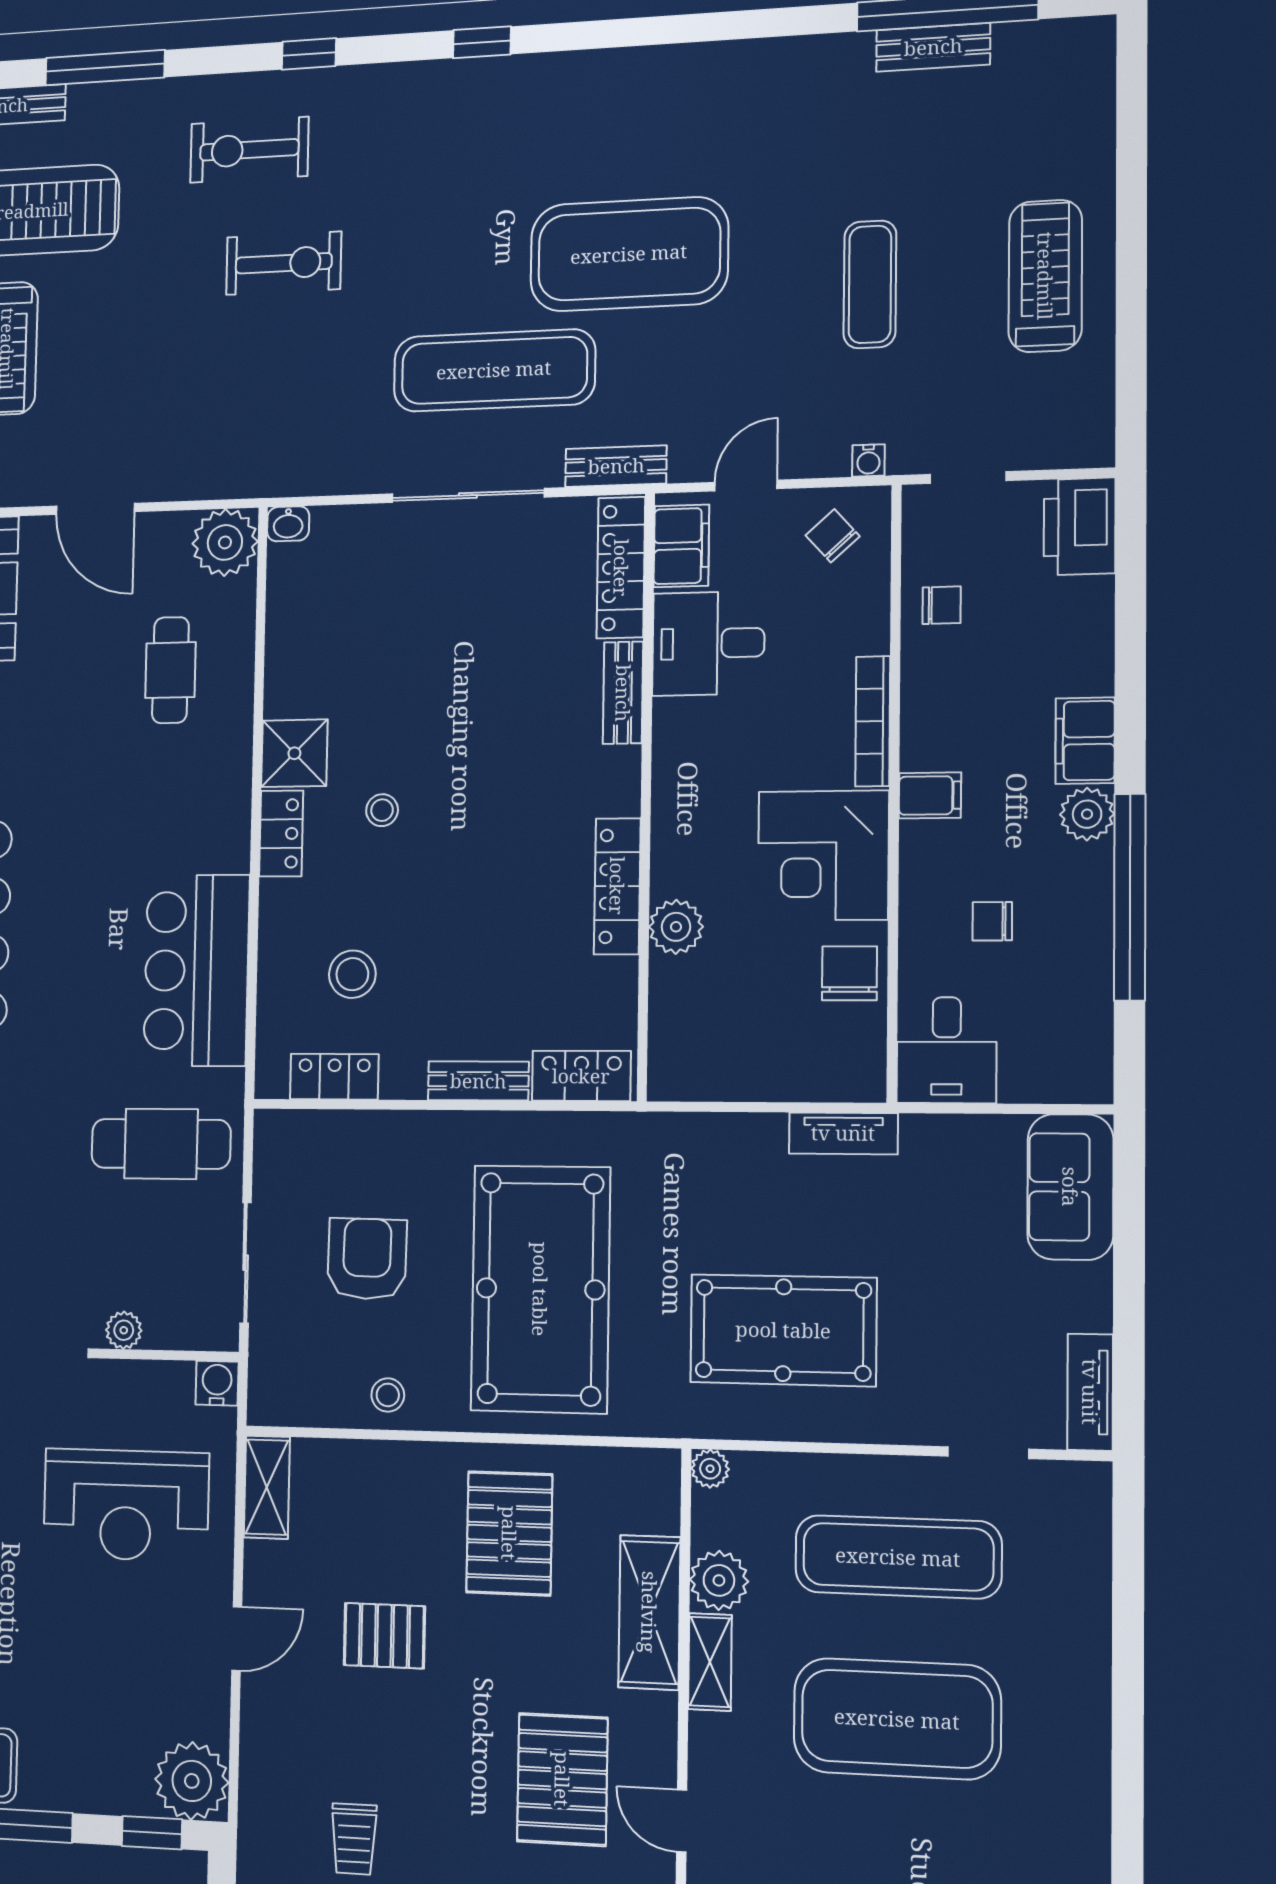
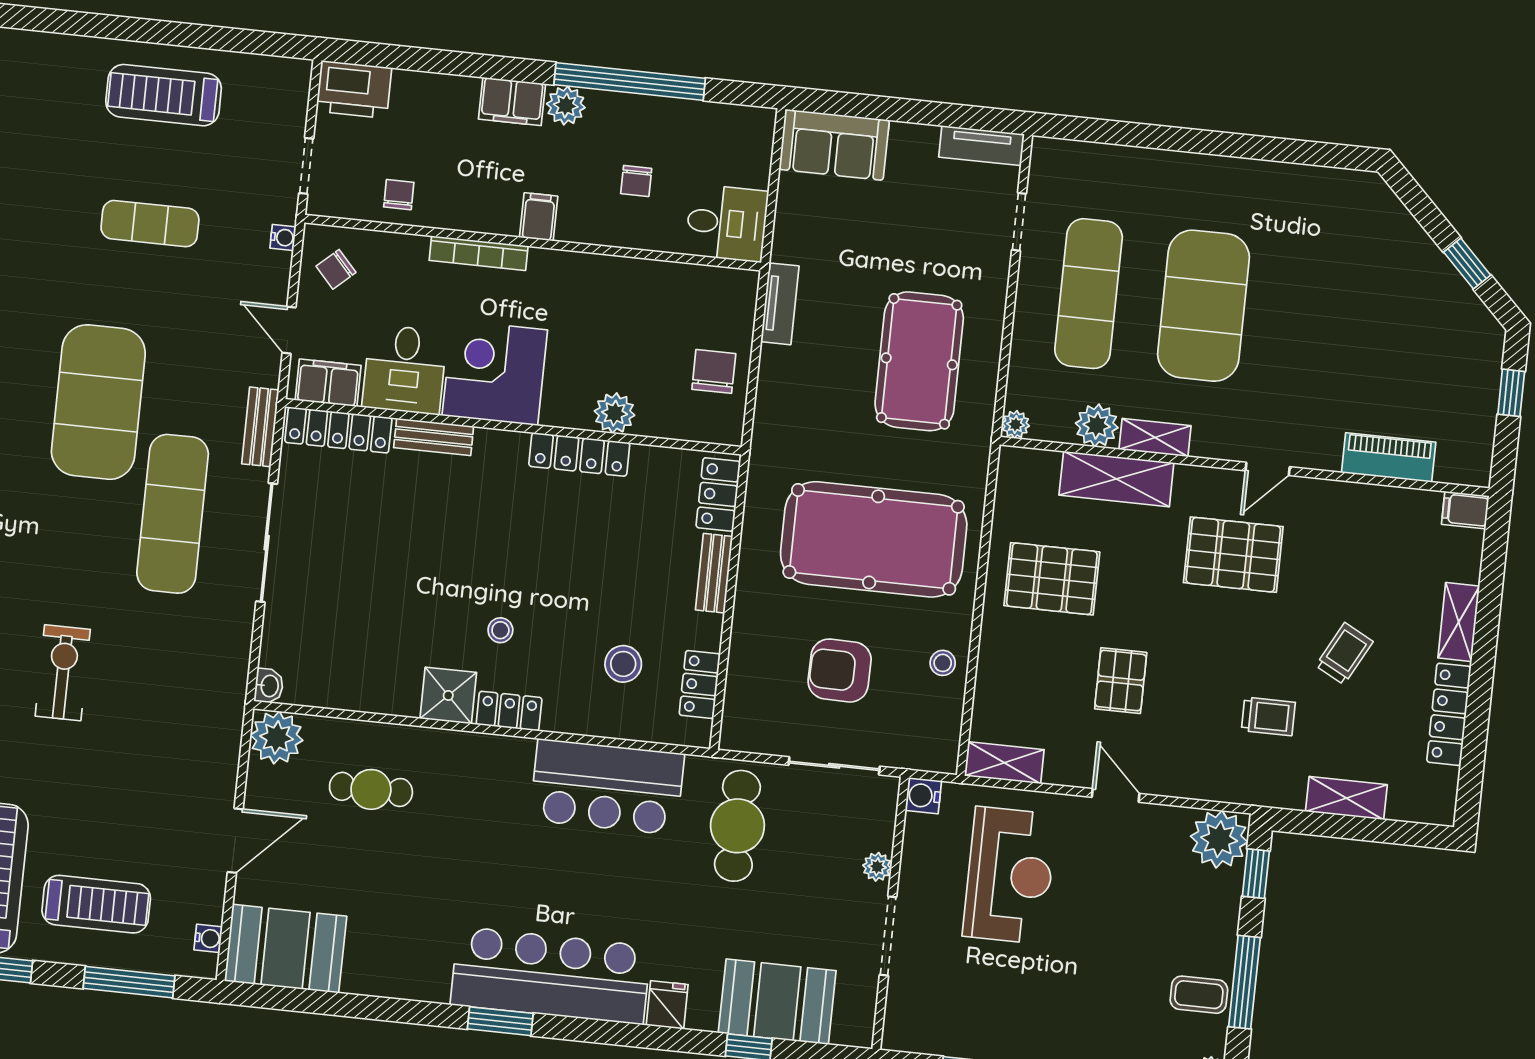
corner desk: (823, 856) -> (495, 373), moved, turned 180
chair: (849, 973) -> (714, 371), moved, turned 90

